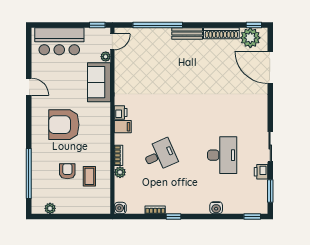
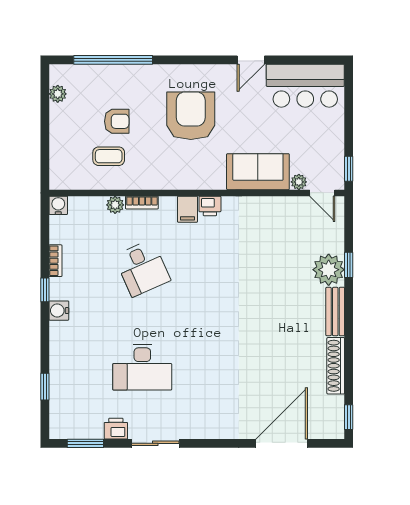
window: (158, 25) -> (349, 265), width x0.32
plant: (250, 38) -> (329, 270), moved
bar counter: (59, 41) -> (305, 86), moved, turned -90
water cooler: (216, 208) -> (59, 311), moved
window: (252, 217) -> (45, 387), moved

